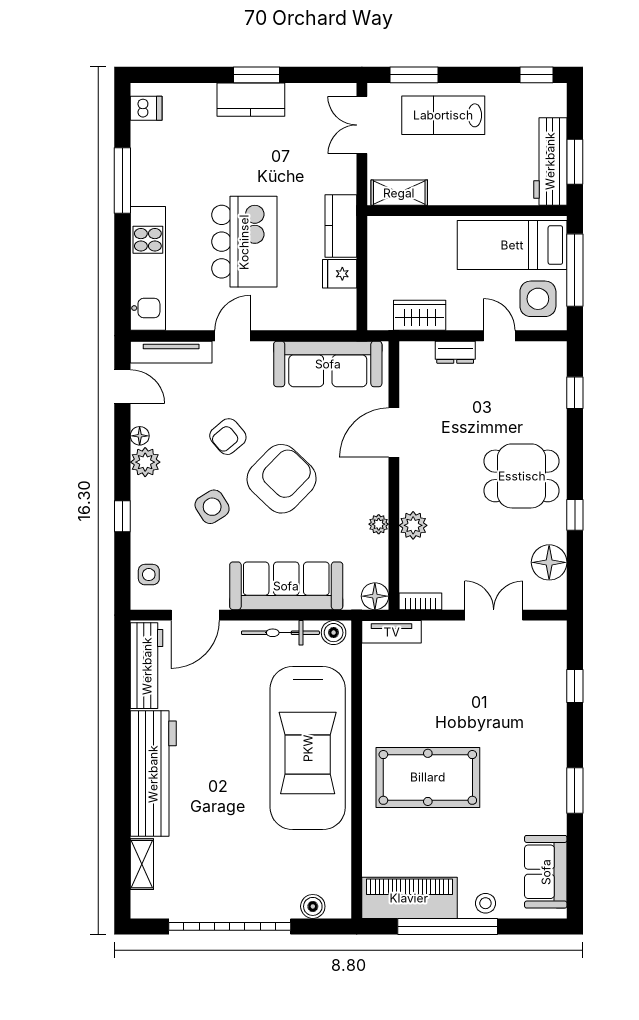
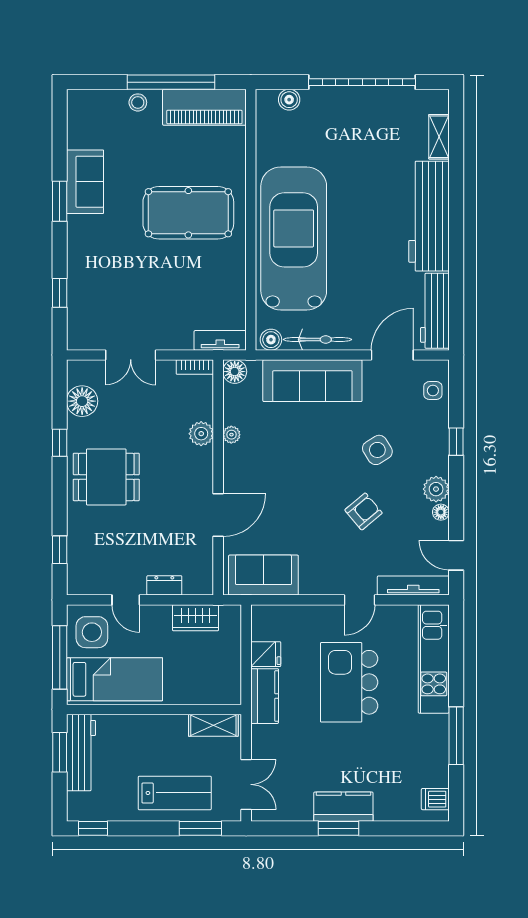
sofa: (328, 364) -> (263, 575), width x0.73
armchair: (282, 479) -> (317, 474), removed
sofa: (546, 872) -> (85, 182), moved

